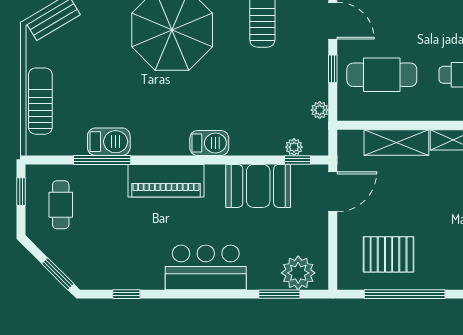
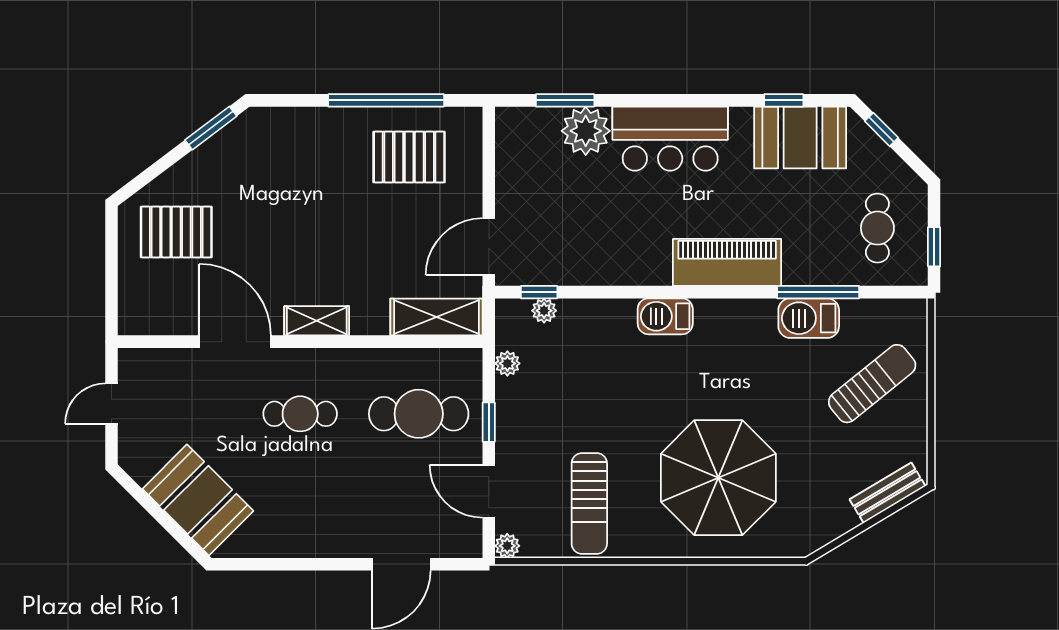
sun lounger: (40, 101) -> (872, 384), moved, turned -129
shelving: (396, 143) -> (436, 317), moved
booth: (258, 186) -> (800, 138), moved
plant: (298, 273) -> (586, 131), moved
window: (58, 274) -> (881, 129), width x0.67

